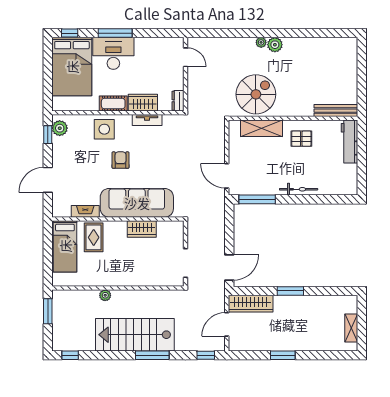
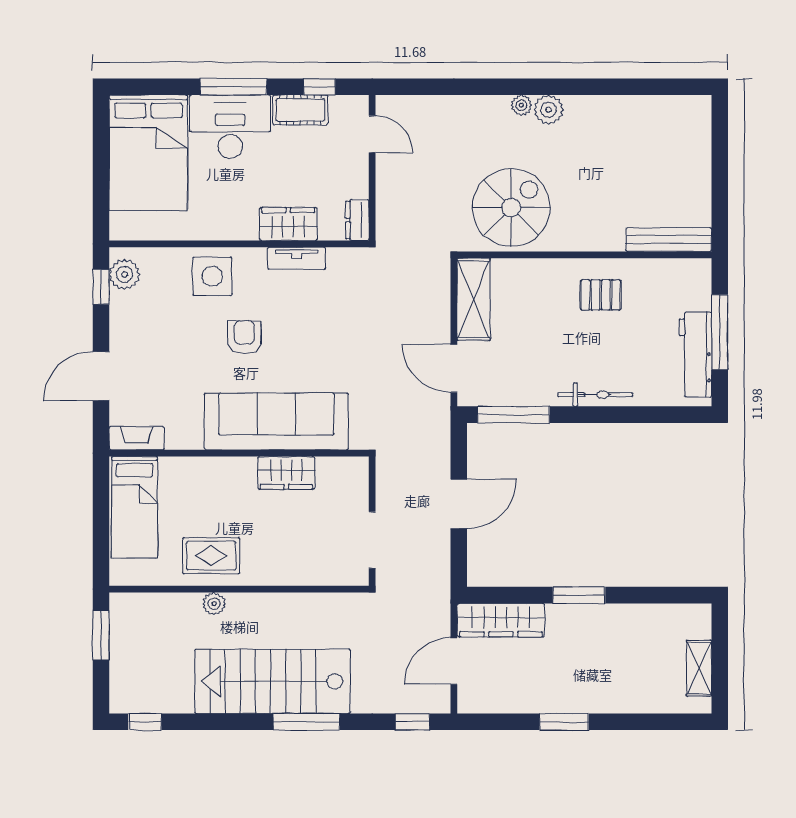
window: (70, 33) -> (320, 87), moved
cot: (113, 104) -> (300, 110), moved
shelving: (262, 128) -> (474, 299), moved, turned 90
workbench: (349, 142) -> (696, 355), moved
window: (362, 158) -> (720, 332), added
fireplace: (85, 211) -> (137, 438), moved
rug: (94, 237) -> (211, 556), moved, turned 90
door: (229, 268) -> (459, 504), moved

